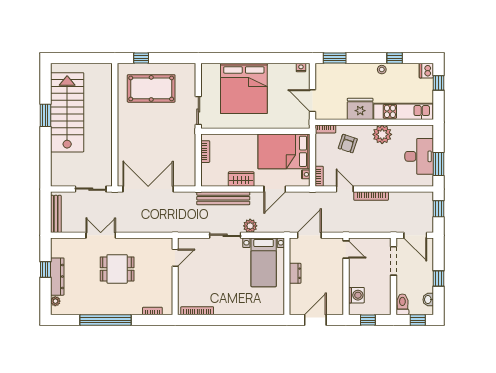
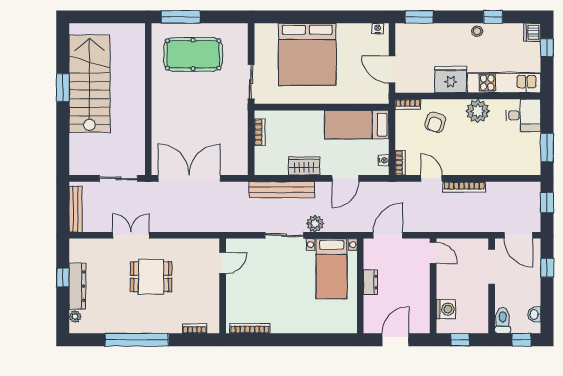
window: (141, 58) -> (181, 17), width x2.17
bed: (284, 151) -> (357, 125), width x0.67
desk: (419, 156) -> (523, 115), moved, width x0.73
window: (438, 278) -> (547, 268), moved

